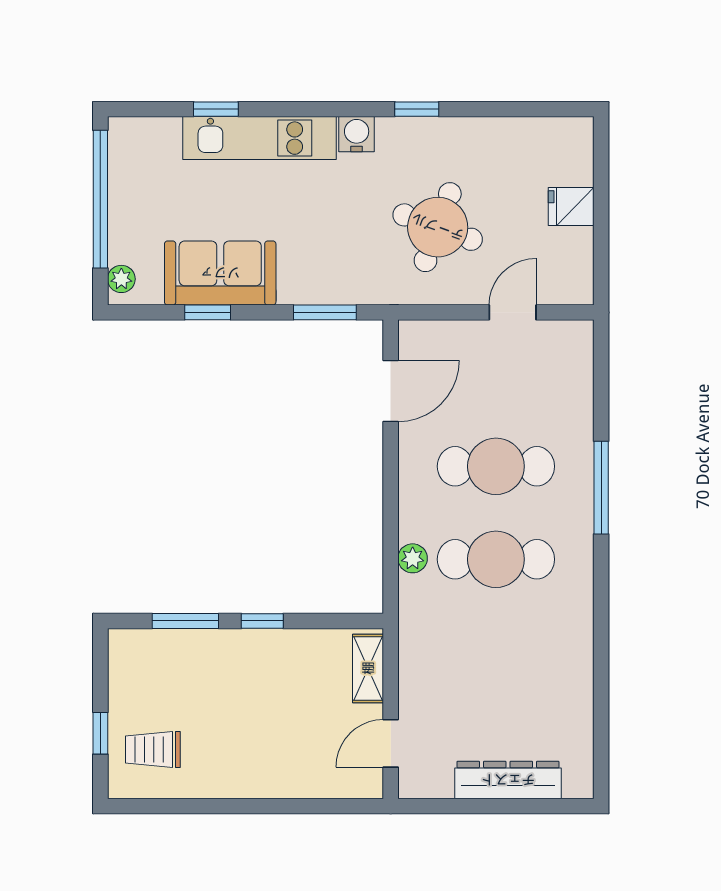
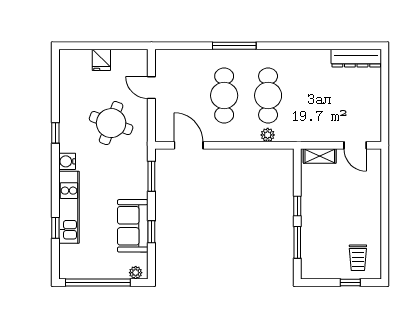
dresser: (508, 780) -> (356, 58), moved, turned -90

